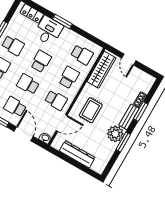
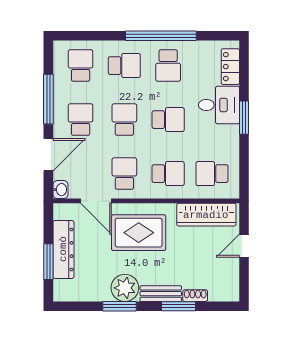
school desk: (82, 55) -> (212, 174), turned 90
school desk: (56, 100) -> (124, 174), turned 180
rug: (91, 110) -> (139, 233), width x1.36, depth x1.43
window: (79, 166) -> (48, 262), added

